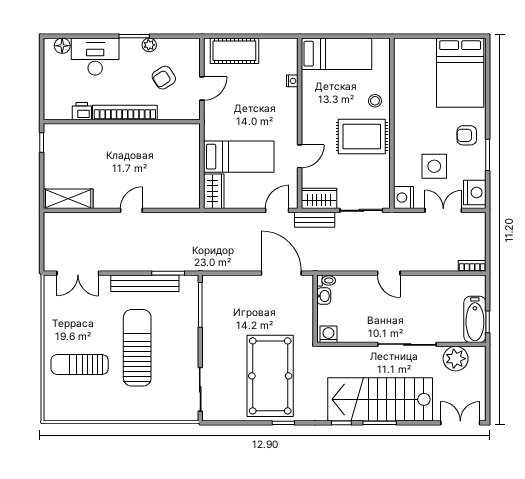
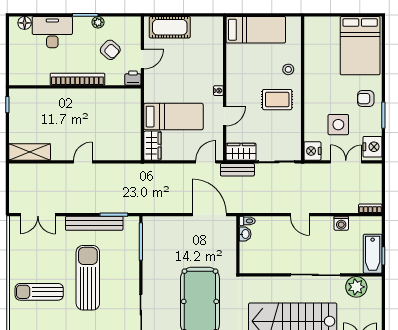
armchair: (164, 78) -> (110, 50), turned -105
nightstand: (292, 81) -> (218, 91), moved
printer: (82, 111) -> (133, 78), moved
rug: (362, 136) -> (277, 100), width x0.73, depth x0.70
washing machine: (328, 334) -> (341, 223), moved, turned 180

